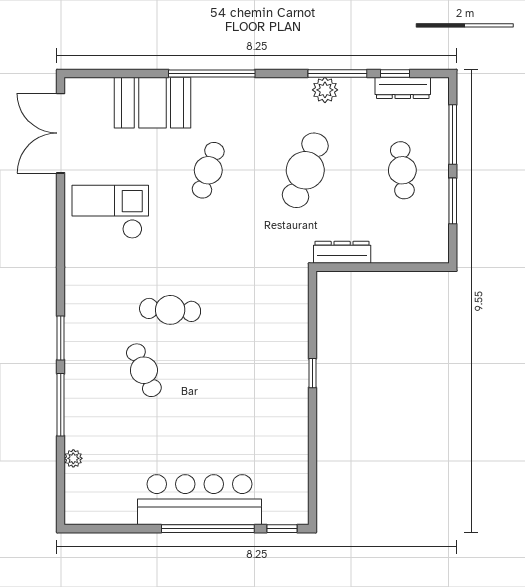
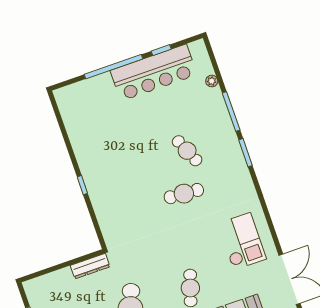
checkout: (110, 212) -> (242, 241), turned -90
bar counter: (199, 500) -> (154, 73), moved
window: (282, 529) -> (161, 50), moved

